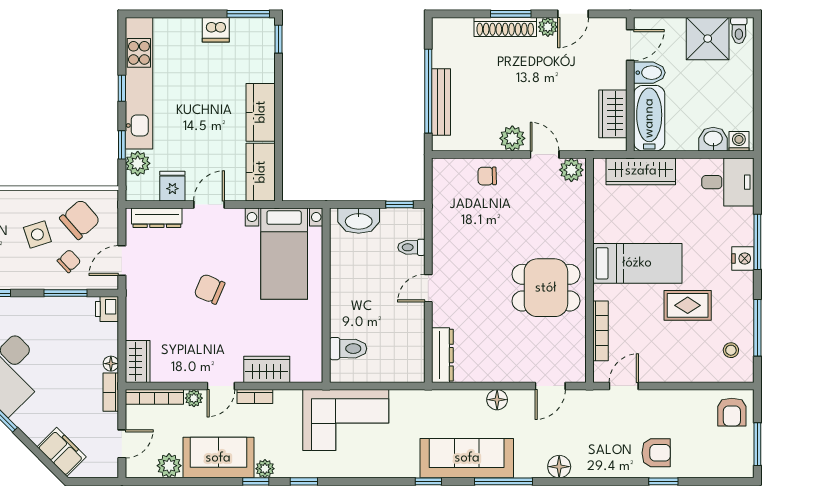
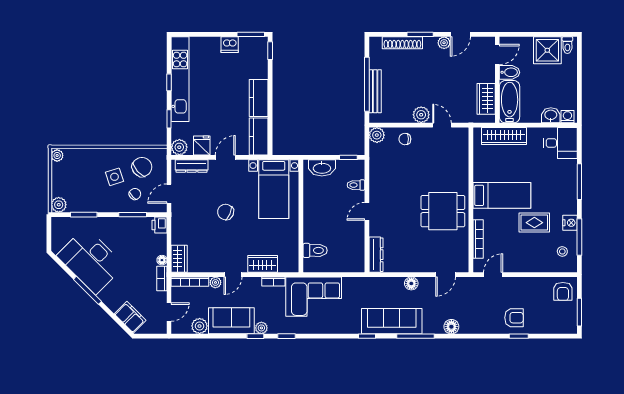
shoe rack: (505, 27) -> (402, 43), moved
plant: (138, 163) -> (179, 147), moved
plant: (571, 170) -> (377, 135), moved
nightstand: (743, 258) -> (570, 223), moved
bookcase: (255, 397) -> (273, 281), moved

